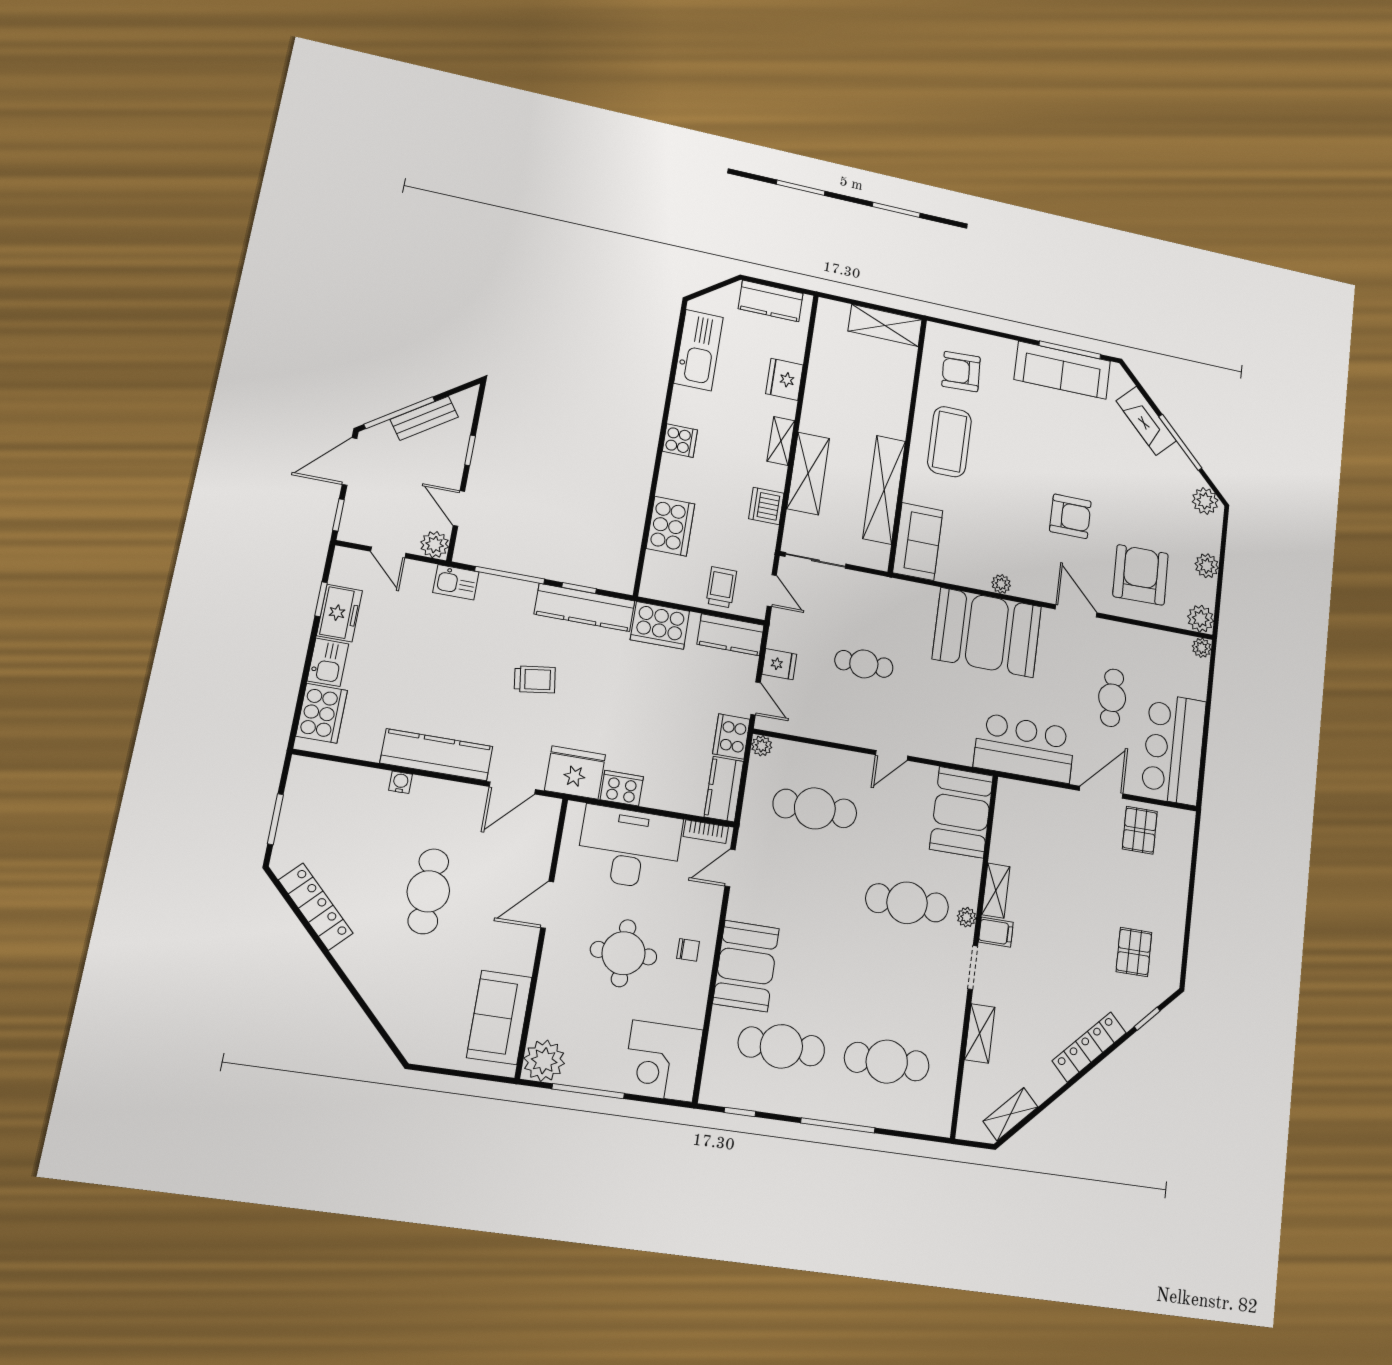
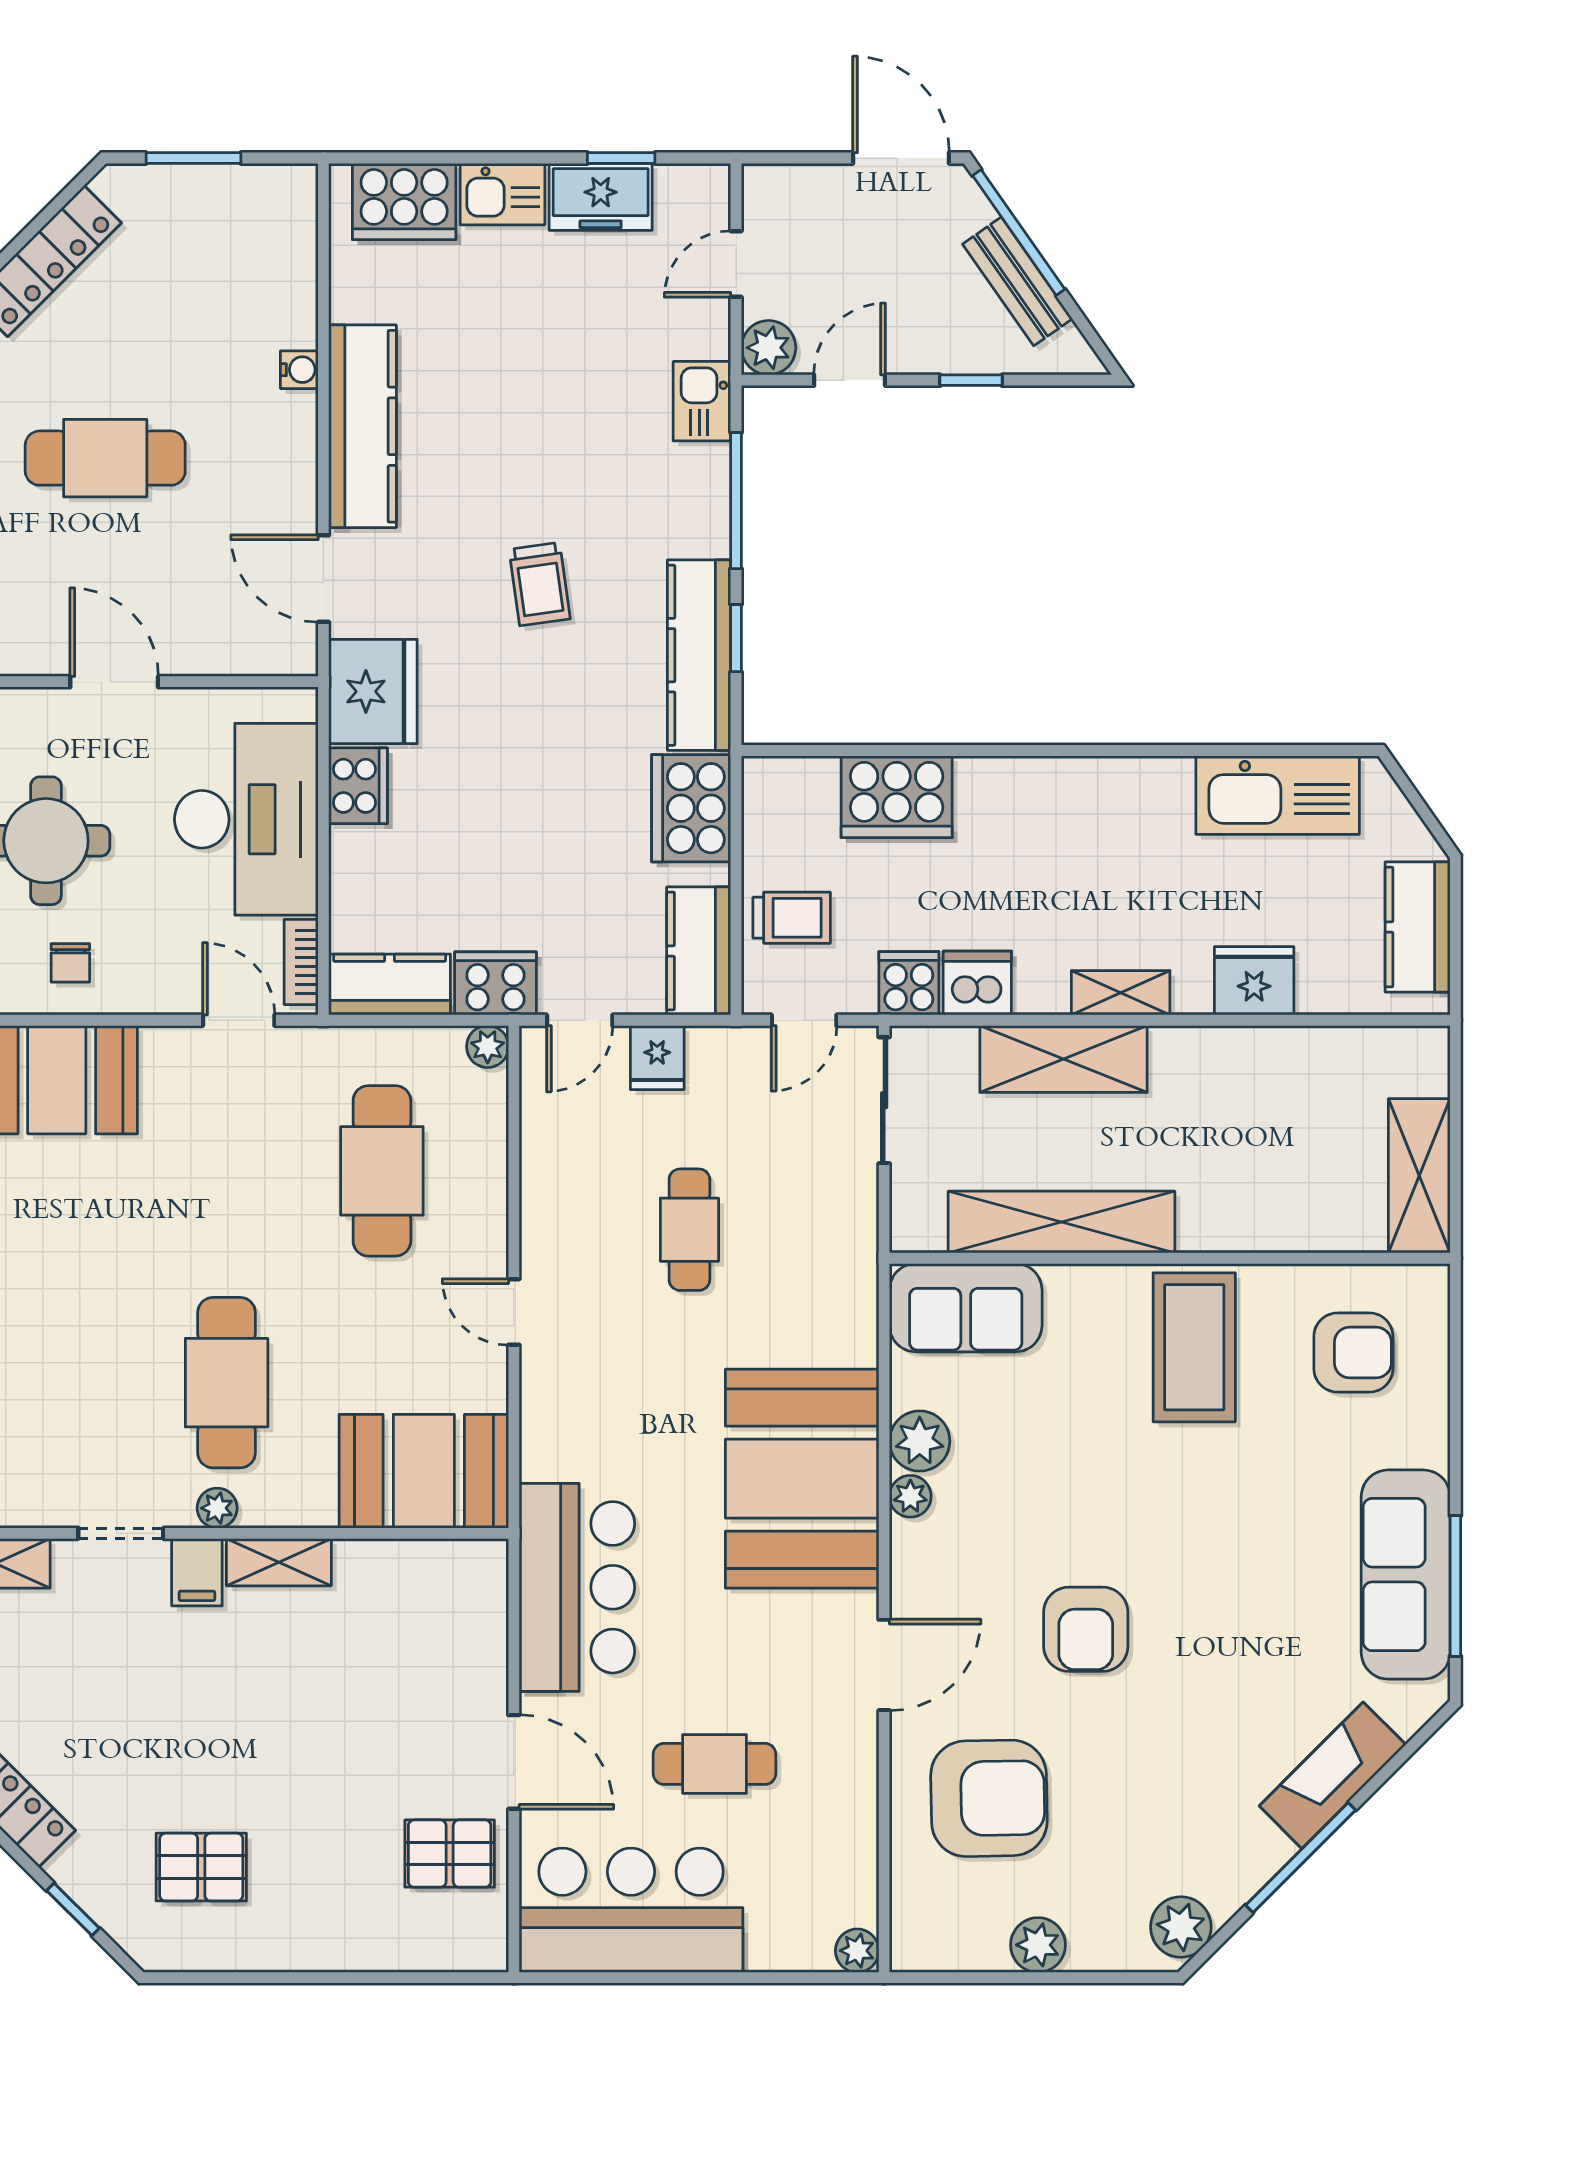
armchair: (961, 372) -> (1353, 1353), turned 93
cooker: (680, 441) -> (909, 983), moved, turned 180
coffee table: (950, 442) -> (1194, 1347), turned 90
window: (339, 515) -> (791, 158), removed
plant: (1201, 619) -> (920, 1441), moved

